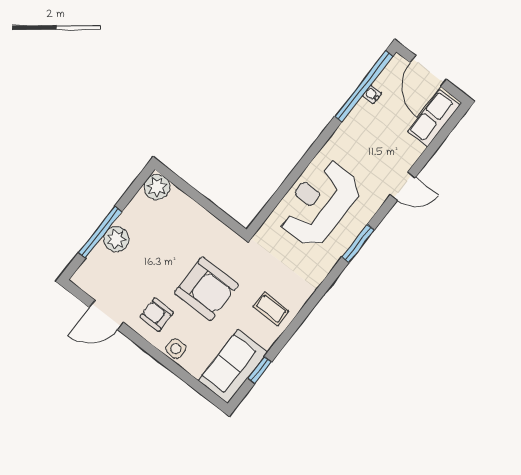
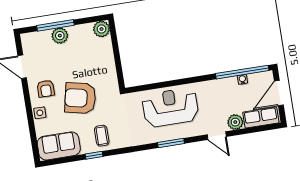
plant: (409, 151) -> (235, 122), added
armchair: (206, 289) -> (80, 98), turned 102
armchair: (157, 315) -> (46, 89), turned 180
window: (260, 370) -> (94, 155), moved

